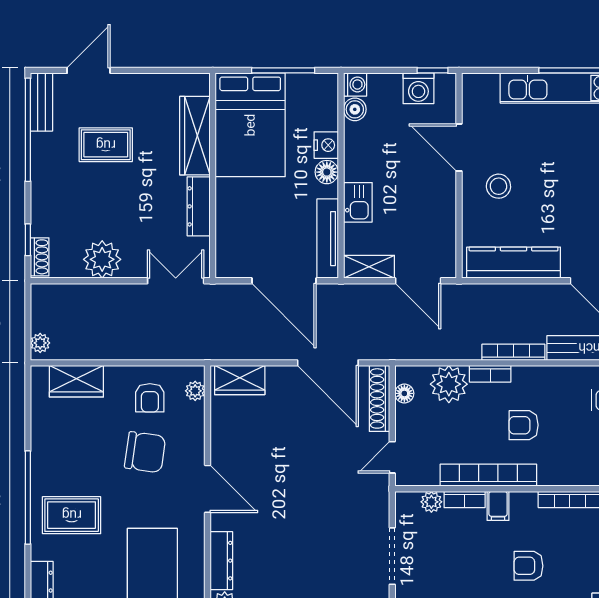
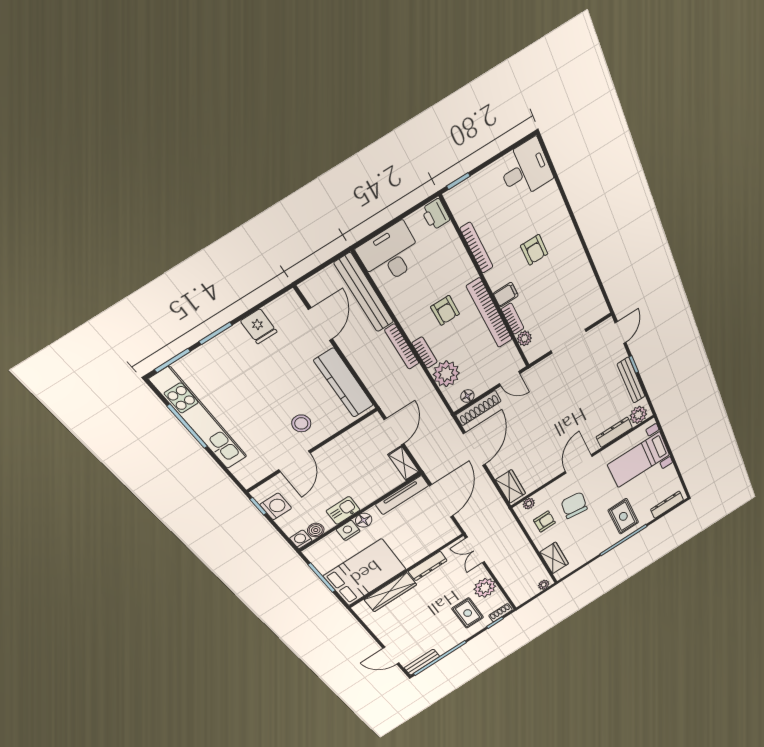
rug: (106, 145) -> (468, 613), moved
kitchen sink: (358, 202) -> (343, 510), moved

